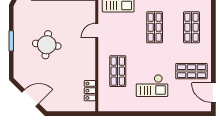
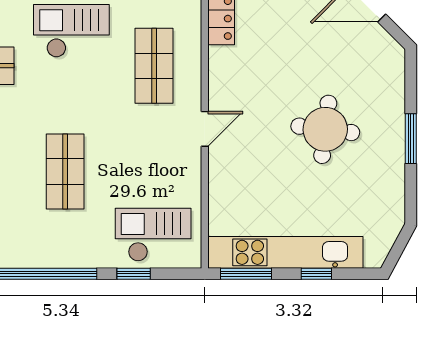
door: (97, 31) -> (205, 129), moved

